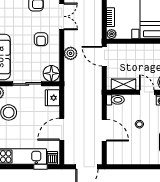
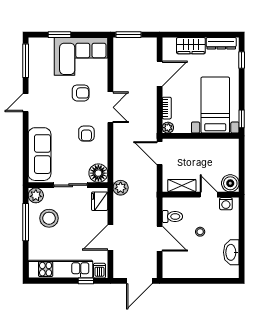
plant: (71, 53) -> (121, 188), moved
toilet: (115, 100) -> (172, 216), moved

